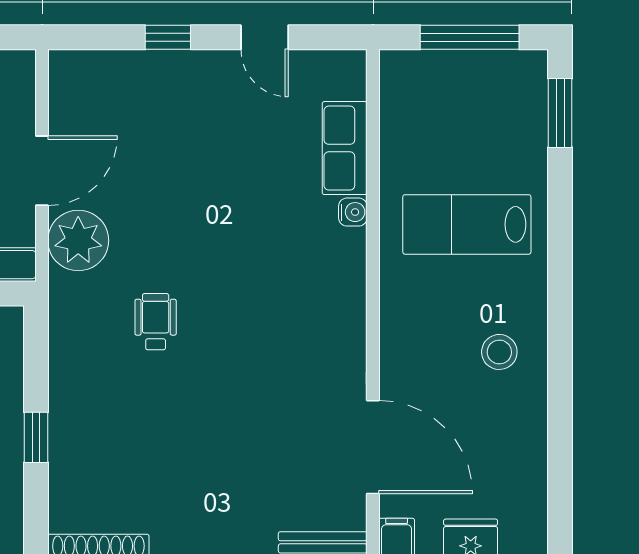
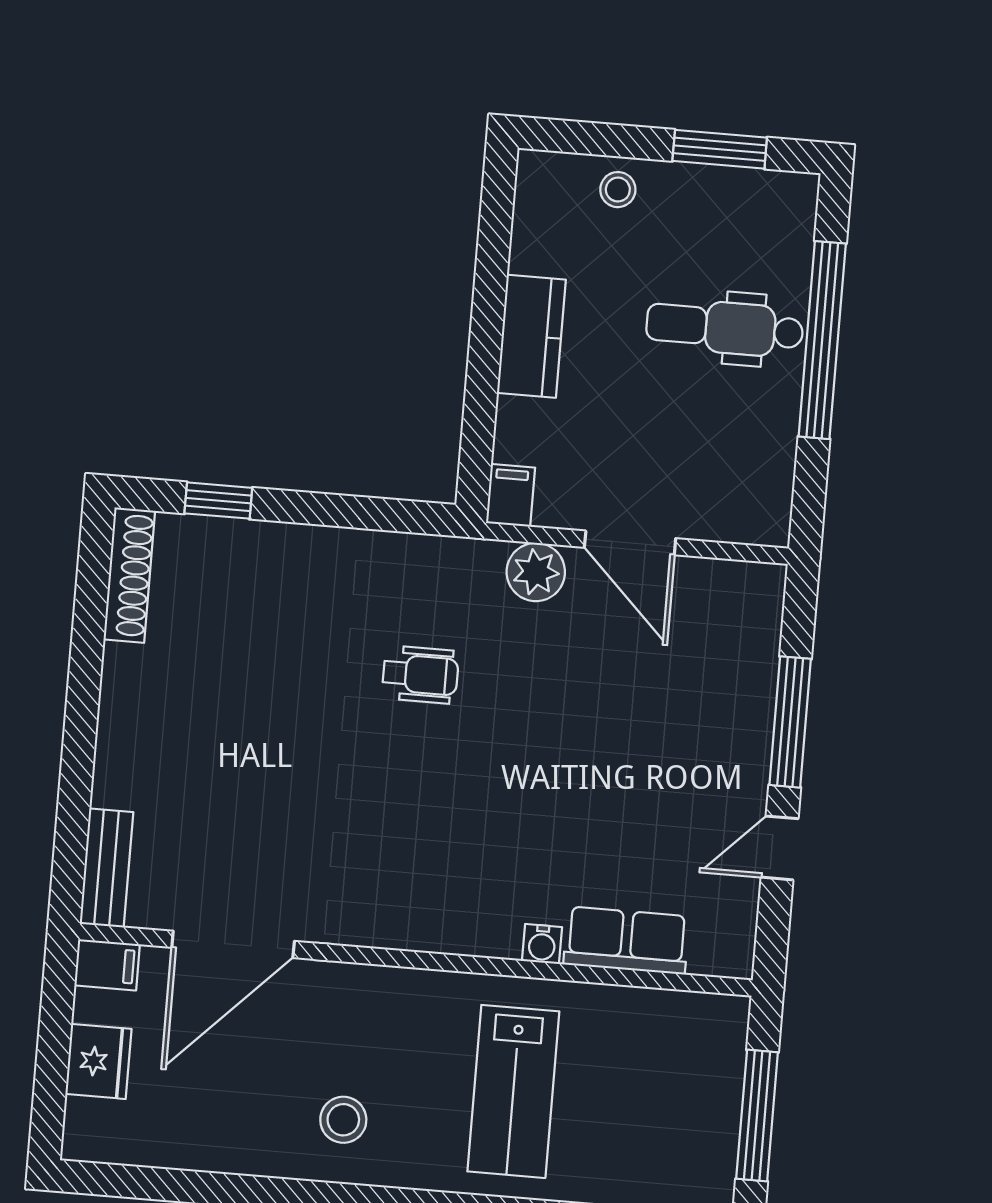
window: (168, 37) -> (790, 722), width x2.17
lab bench: (467, 224) -> (513, 1091), turned 180
plant: (78, 240) -> (536, 572), width x0.73, depth x0.73
window: (36, 437) -> (218, 501), moved

